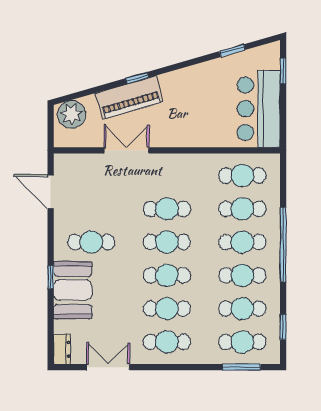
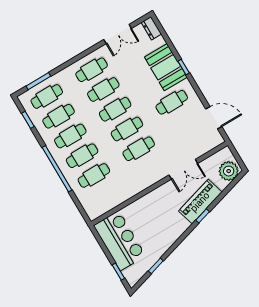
cafe table: (242, 176) -> (106, 195), removed

